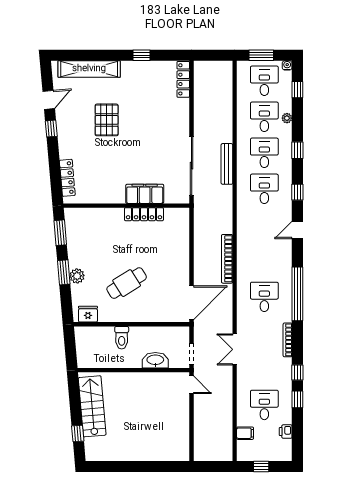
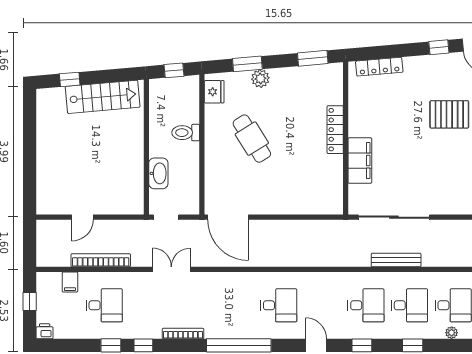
locker: (144, 214) -> (335, 130), moved
bookcase: (227, 259) -> (101, 260), moved
window: (64, 272) -> (247, 64), moved
desk: (264, 297) -> (279, 305), moved
window: (70, 347) -> (174, 70), added
door: (192, 385) -> (82, 217), moved
printer: (286, 432) -> (45, 331), moved

